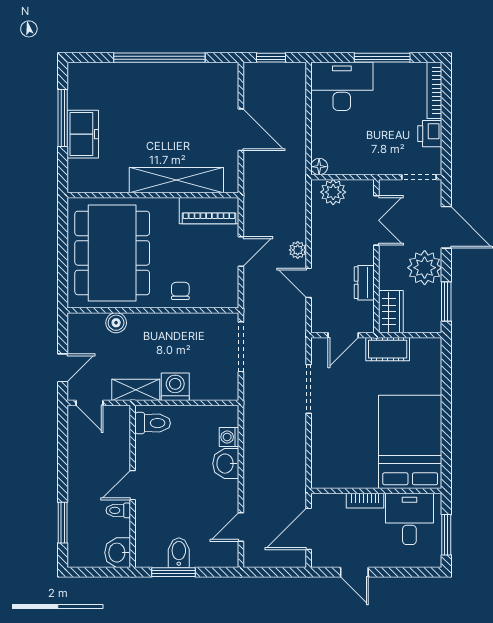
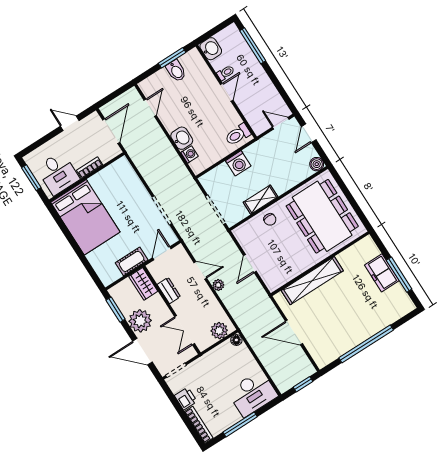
piano: (209, 211) -> (283, 275), removed
boiler: (116, 323) -> (317, 164), moved
shelving: (136, 390) -> (261, 200), moved
window: (63, 523) -> (253, 46), width x1.44

